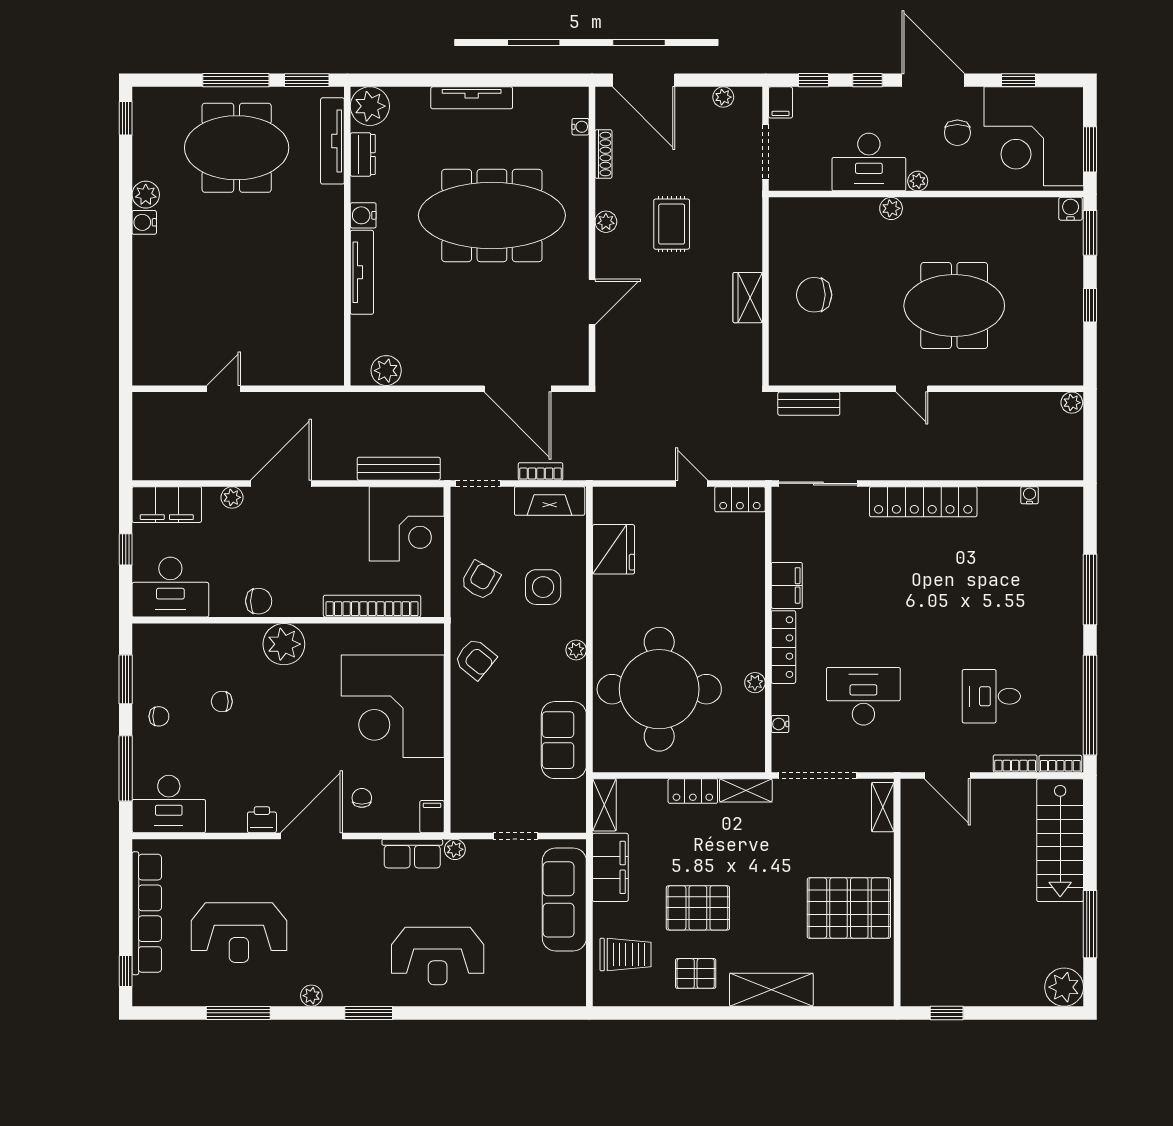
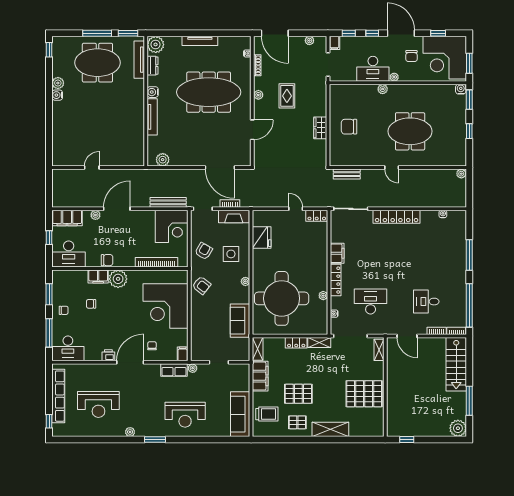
filing cabinet: (238, 639) -> (98, 276), added
sofa: (564, 899) -> (240, 414), moved
window: (238, 1013) -> (98, 439), removed

